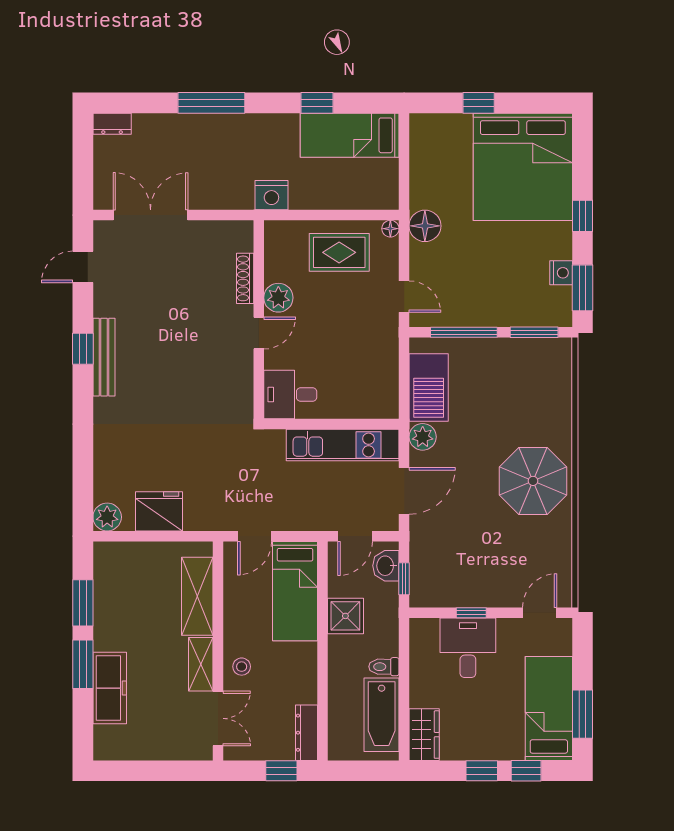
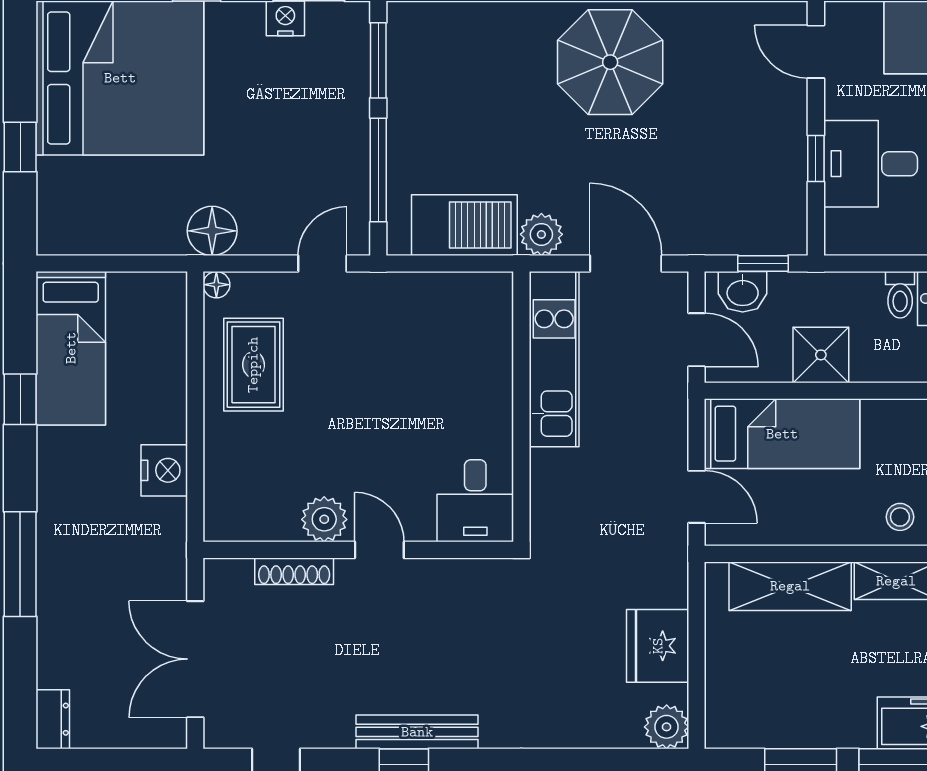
shoe rack: (245, 278) -> (294, 571), moved
plant: (278, 298) -> (324, 519), moved
wall: (259, 320) -> (358, 550), moved
door: (259, 333) -> (379, 550), moved
desk: (290, 395) -> (475, 501), moved

